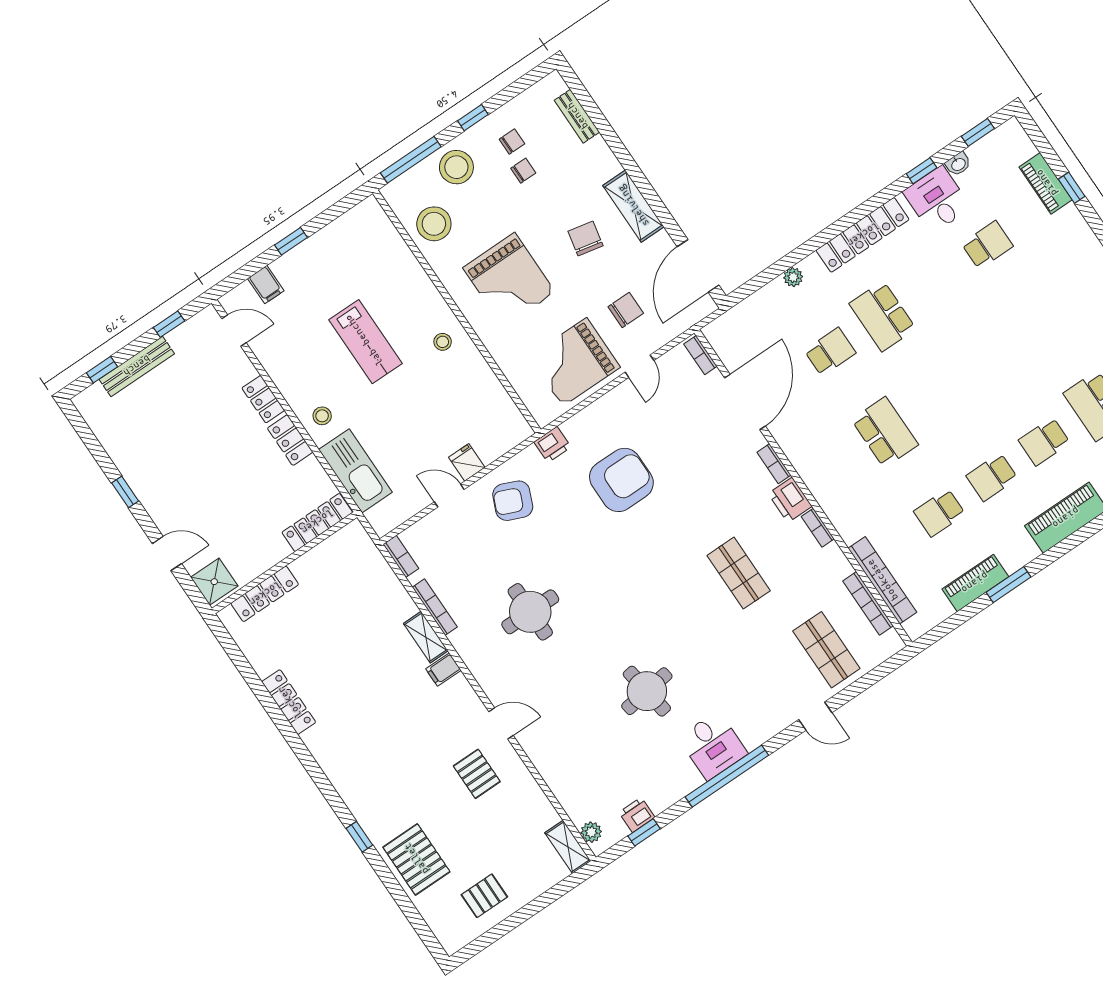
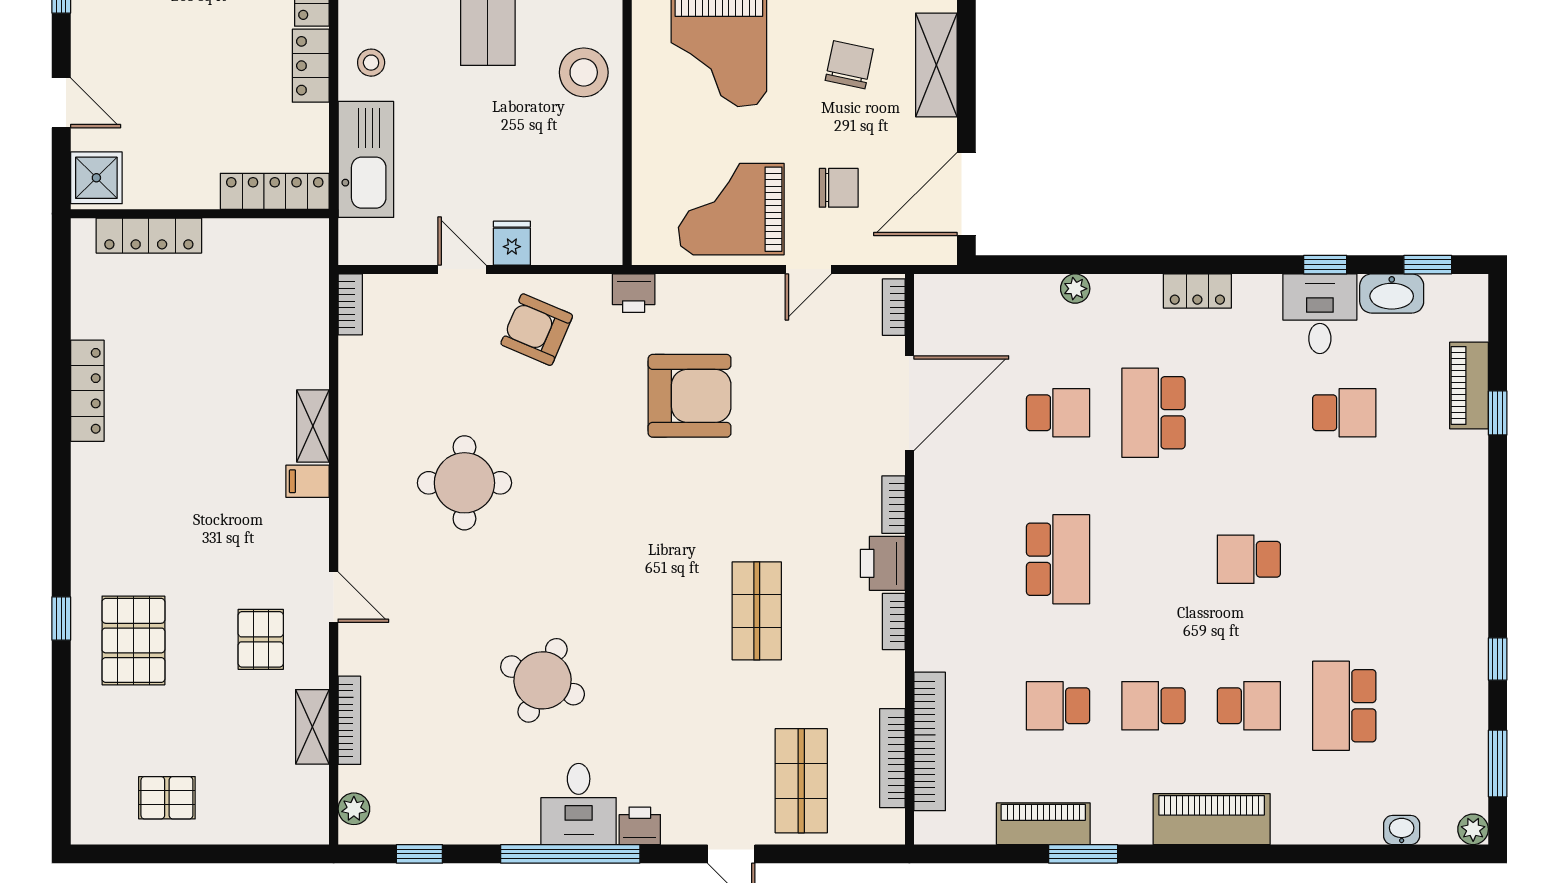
washbasin: (958, 164) -> (1392, 293), width x1.91, depth x1.45
locker: (863, 235) -> (1197, 291), width x0.46, depth x0.83
stool: (443, 342) -> (584, 72), width x1.89, depth x1.89
school desk: (990, 361) -> (1249, 559), added
school desk: (1044, 441) -> (1249, 706), turned 180
bookcase: (435, 607) -> (349, 720), moved
round table: (647, 691) -> (543, 680), turned 32
printer: (637, 815) -> (640, 826), moved
shelving: (568, 847) -> (312, 727), moved
pallet: (416, 859) -> (133, 640), moved

